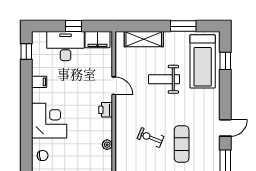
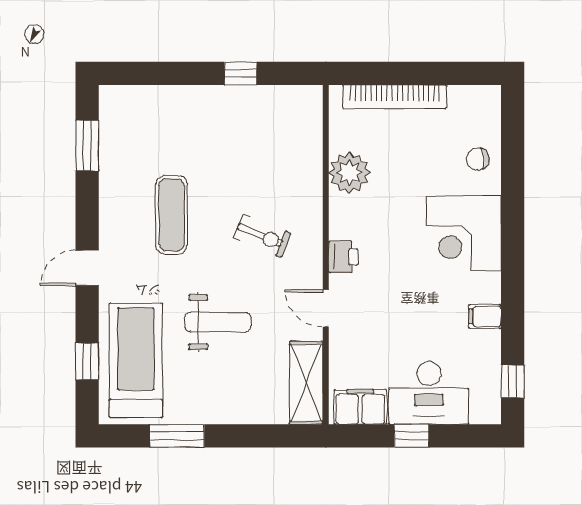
shelving: (144, 39) -> (306, 383), moved, turned 90
door: (225, 128) -> (87, 268), moved
exercise bike: (150, 138) -> (262, 236), moved
exercise mat: (182, 144) -> (172, 215), moved
plant: (107, 145) -> (349, 173), width x1.87, depth x1.87

